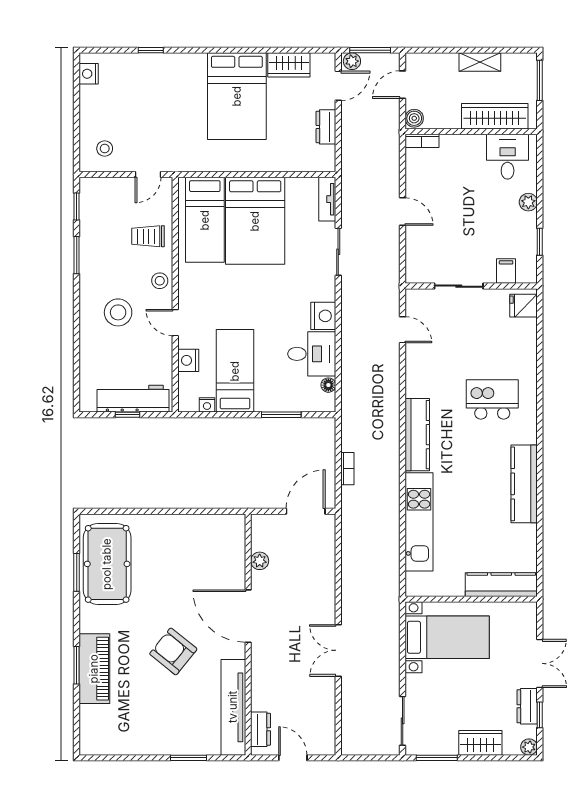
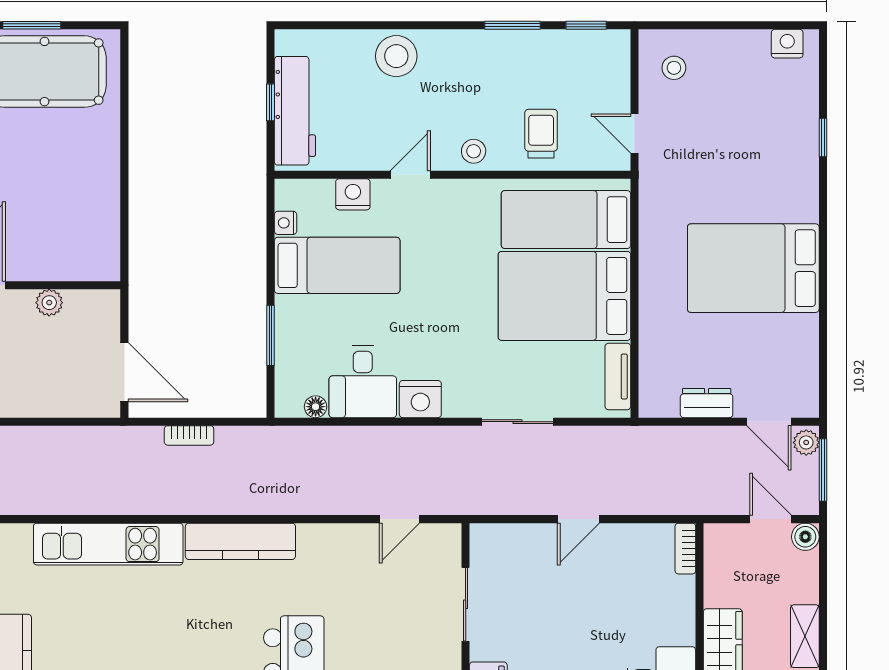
wardrobe: (289, 65) -> (801, 347), removed
boiler: (414, 118) -> (805, 537), moved
tv unit: (327, 199) -> (618, 377), moved, turned -90
stool: (118, 312) -> (396, 56), moved

